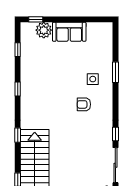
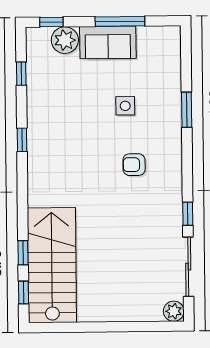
window: (77, 19) -> (120, 21), added
side table: (93, 79) -> (125, 106), moved
window: (18, 135) -> (23, 253), moved

